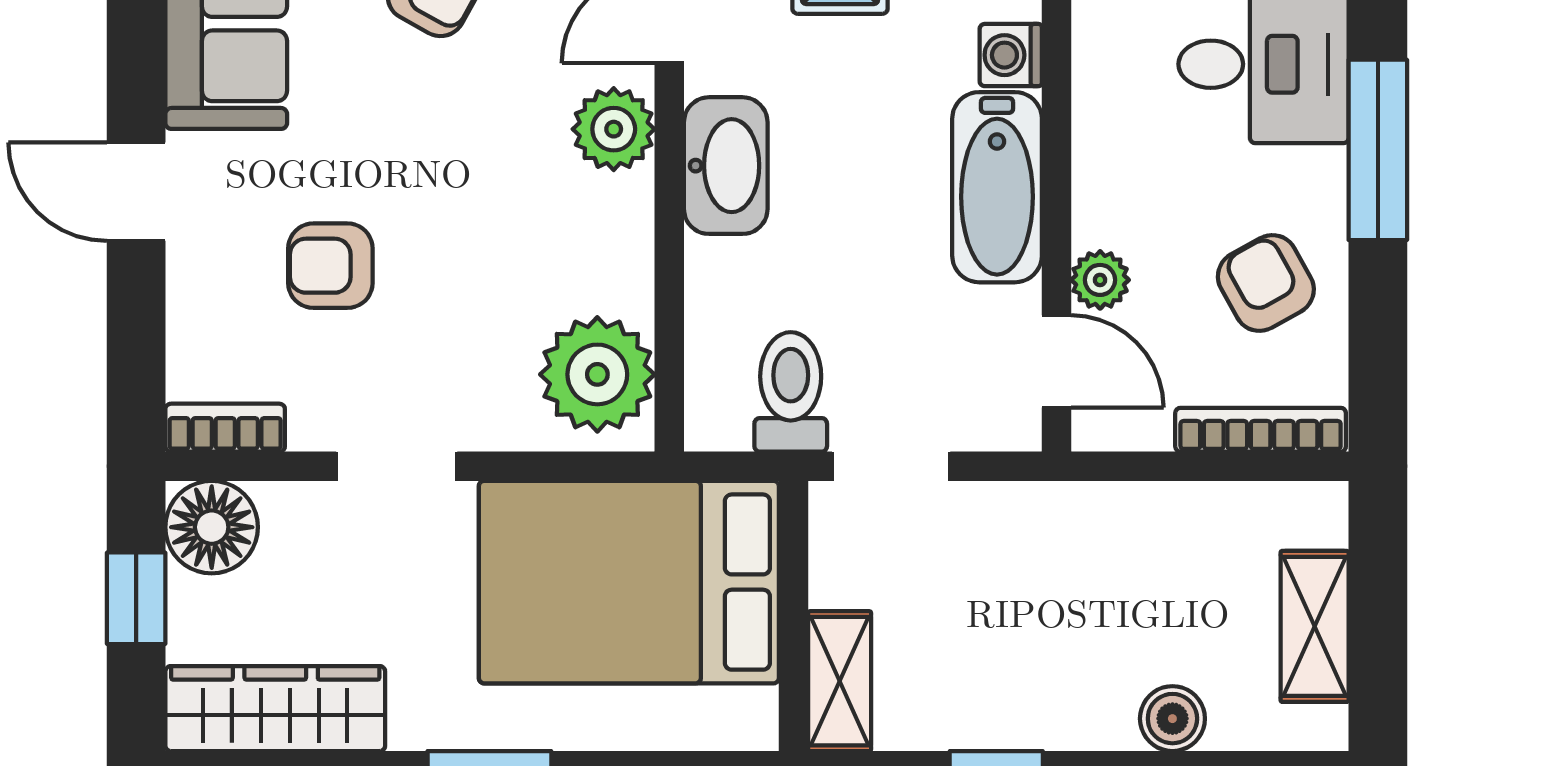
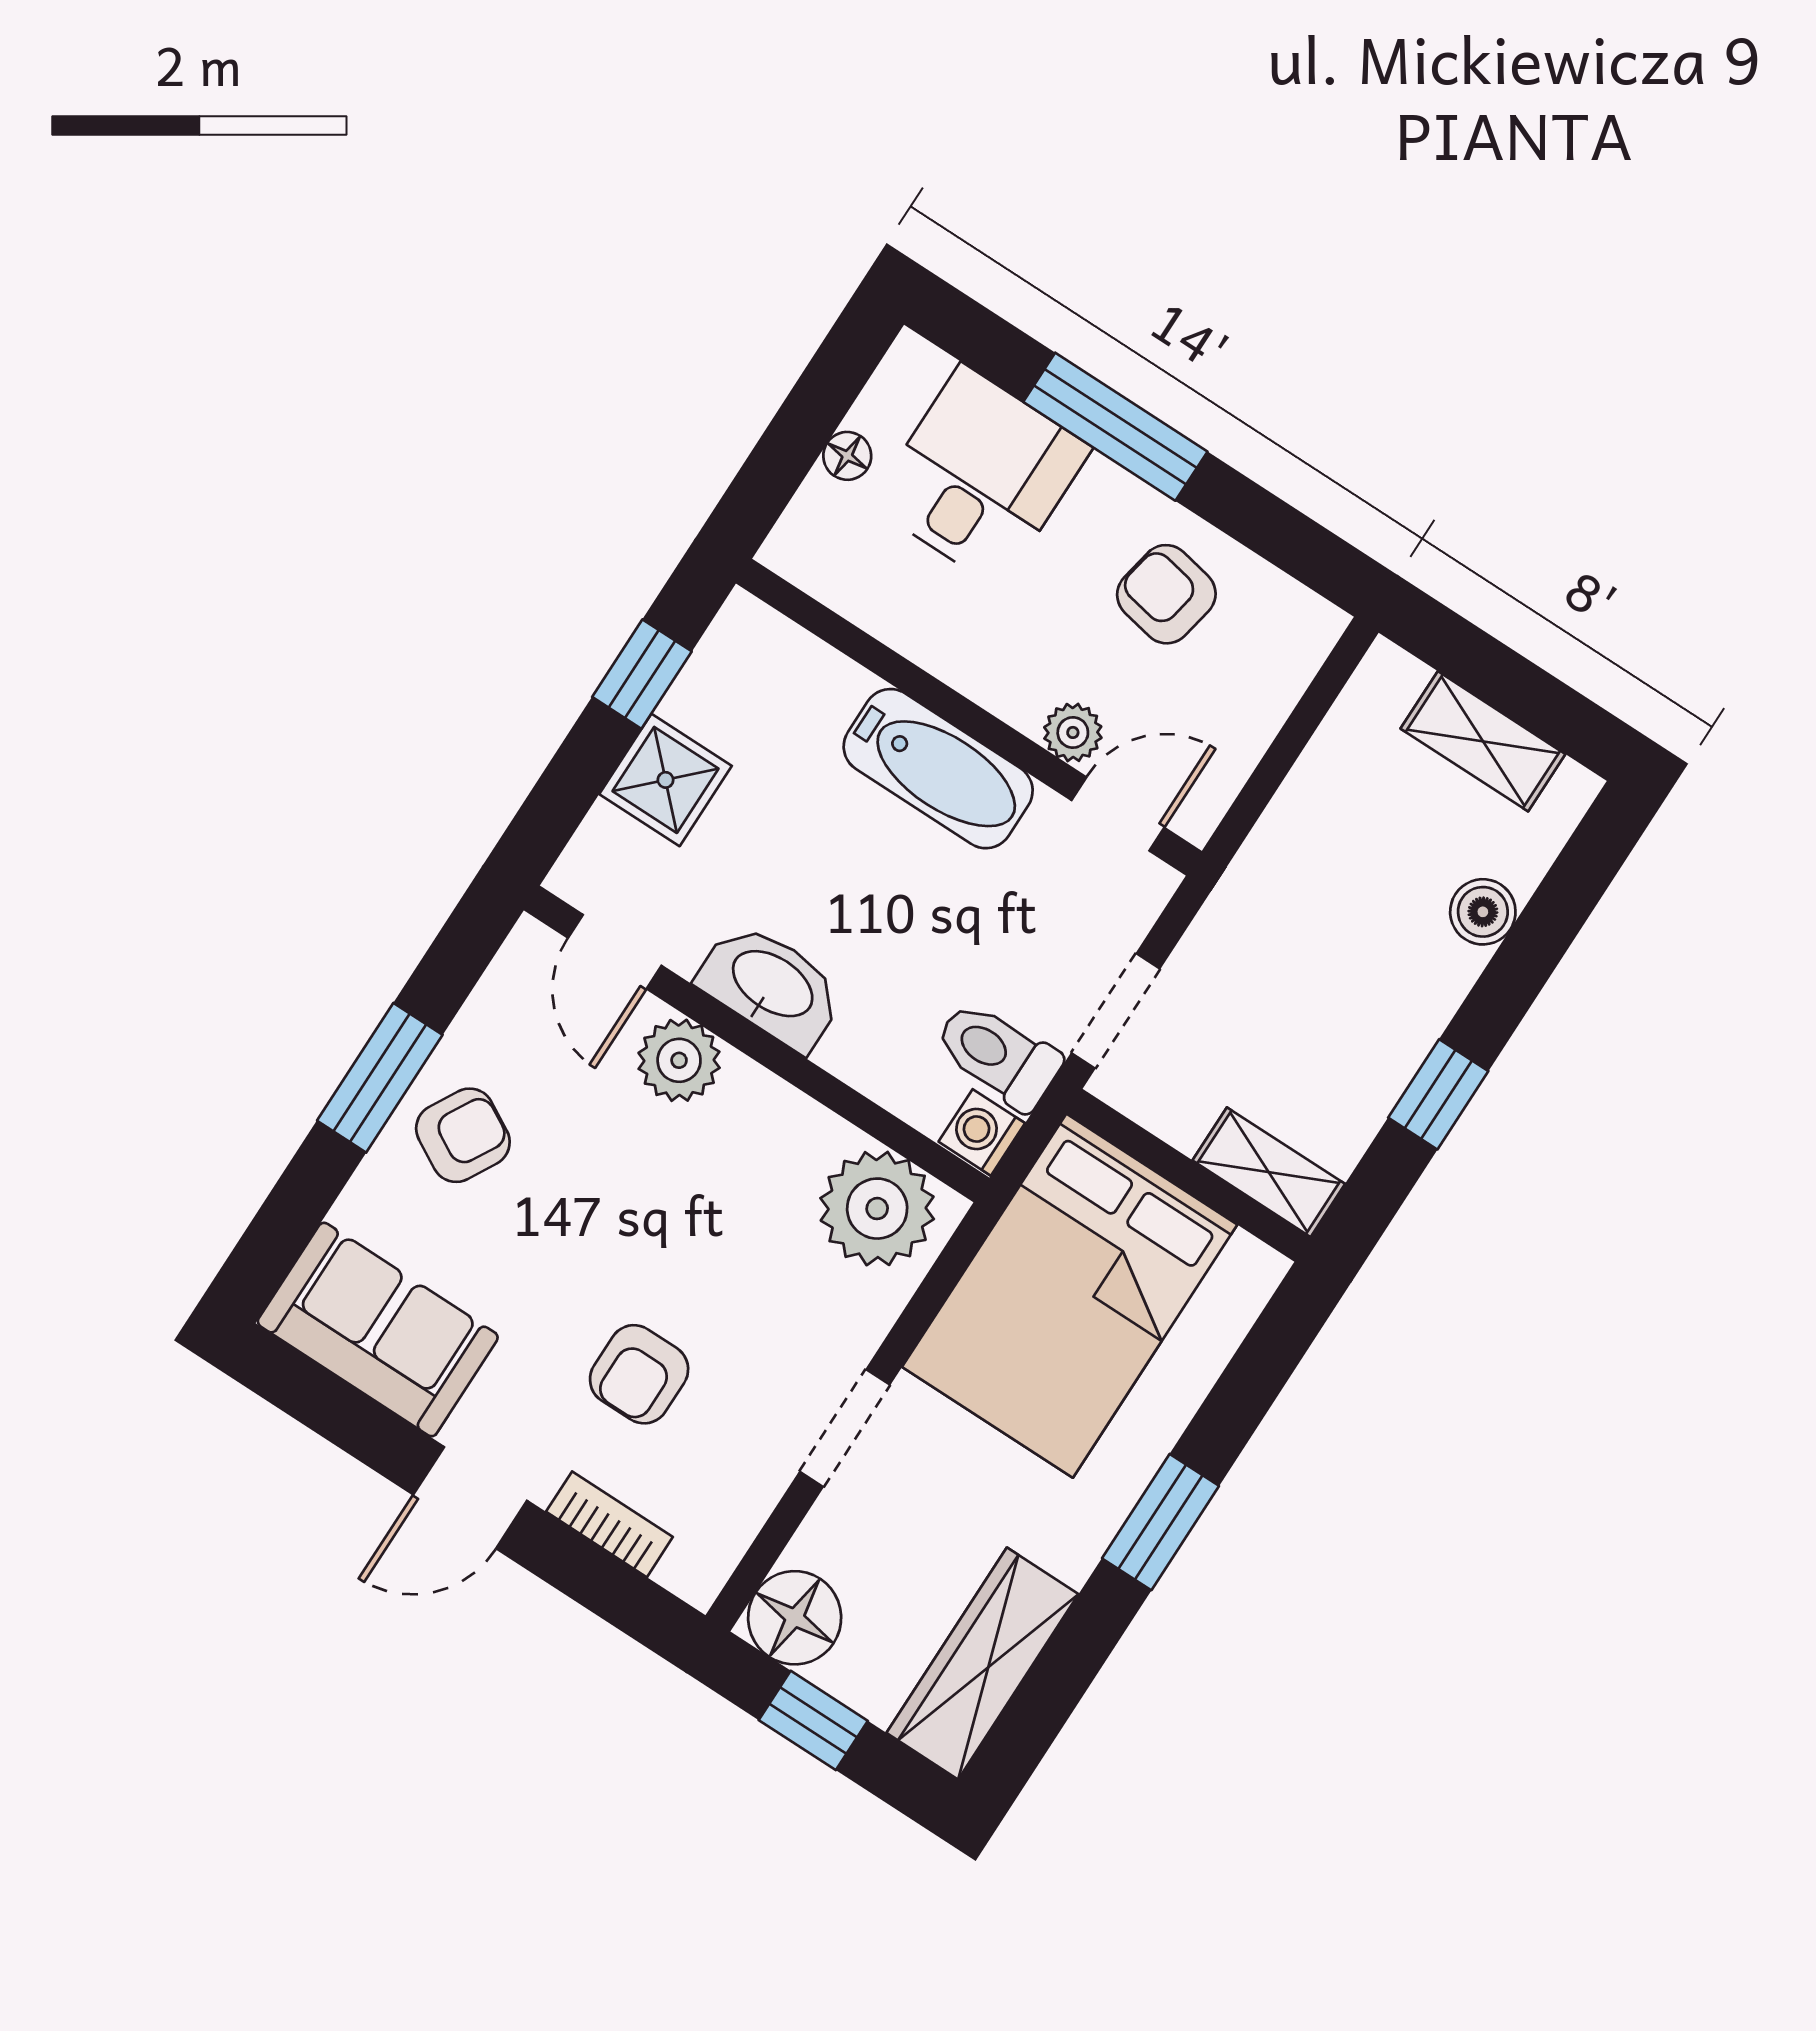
washing machine: (1011, 55) -> (982, 1132), moved, turned 90
armchair: (1266, 283) -> (1166, 594), turned 40
bookcase: (225, 428) -> (609, 1524), moved, turned 90
bookcase: (1261, 430) -> (1287, 679), removed

